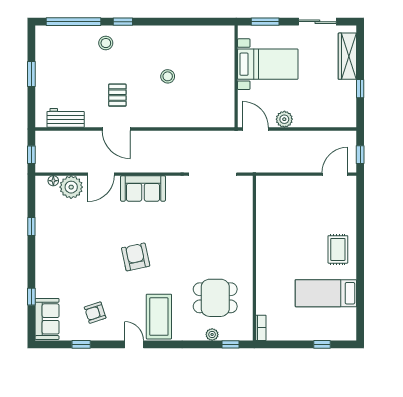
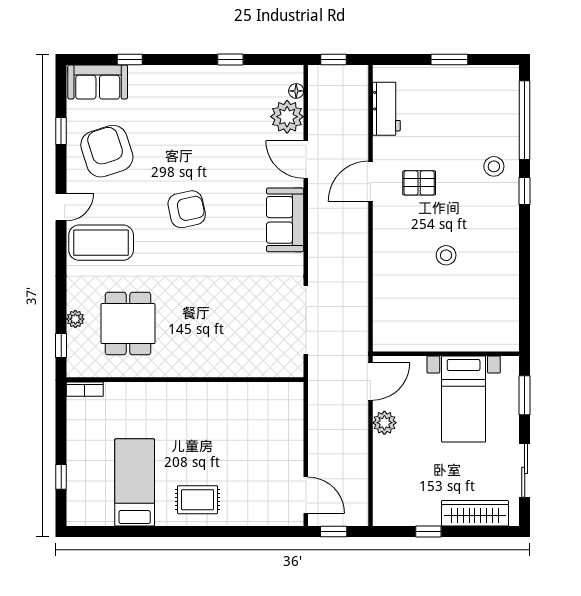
armchair: (95, 313) -> (107, 151), width x1.88, depth x1.88

